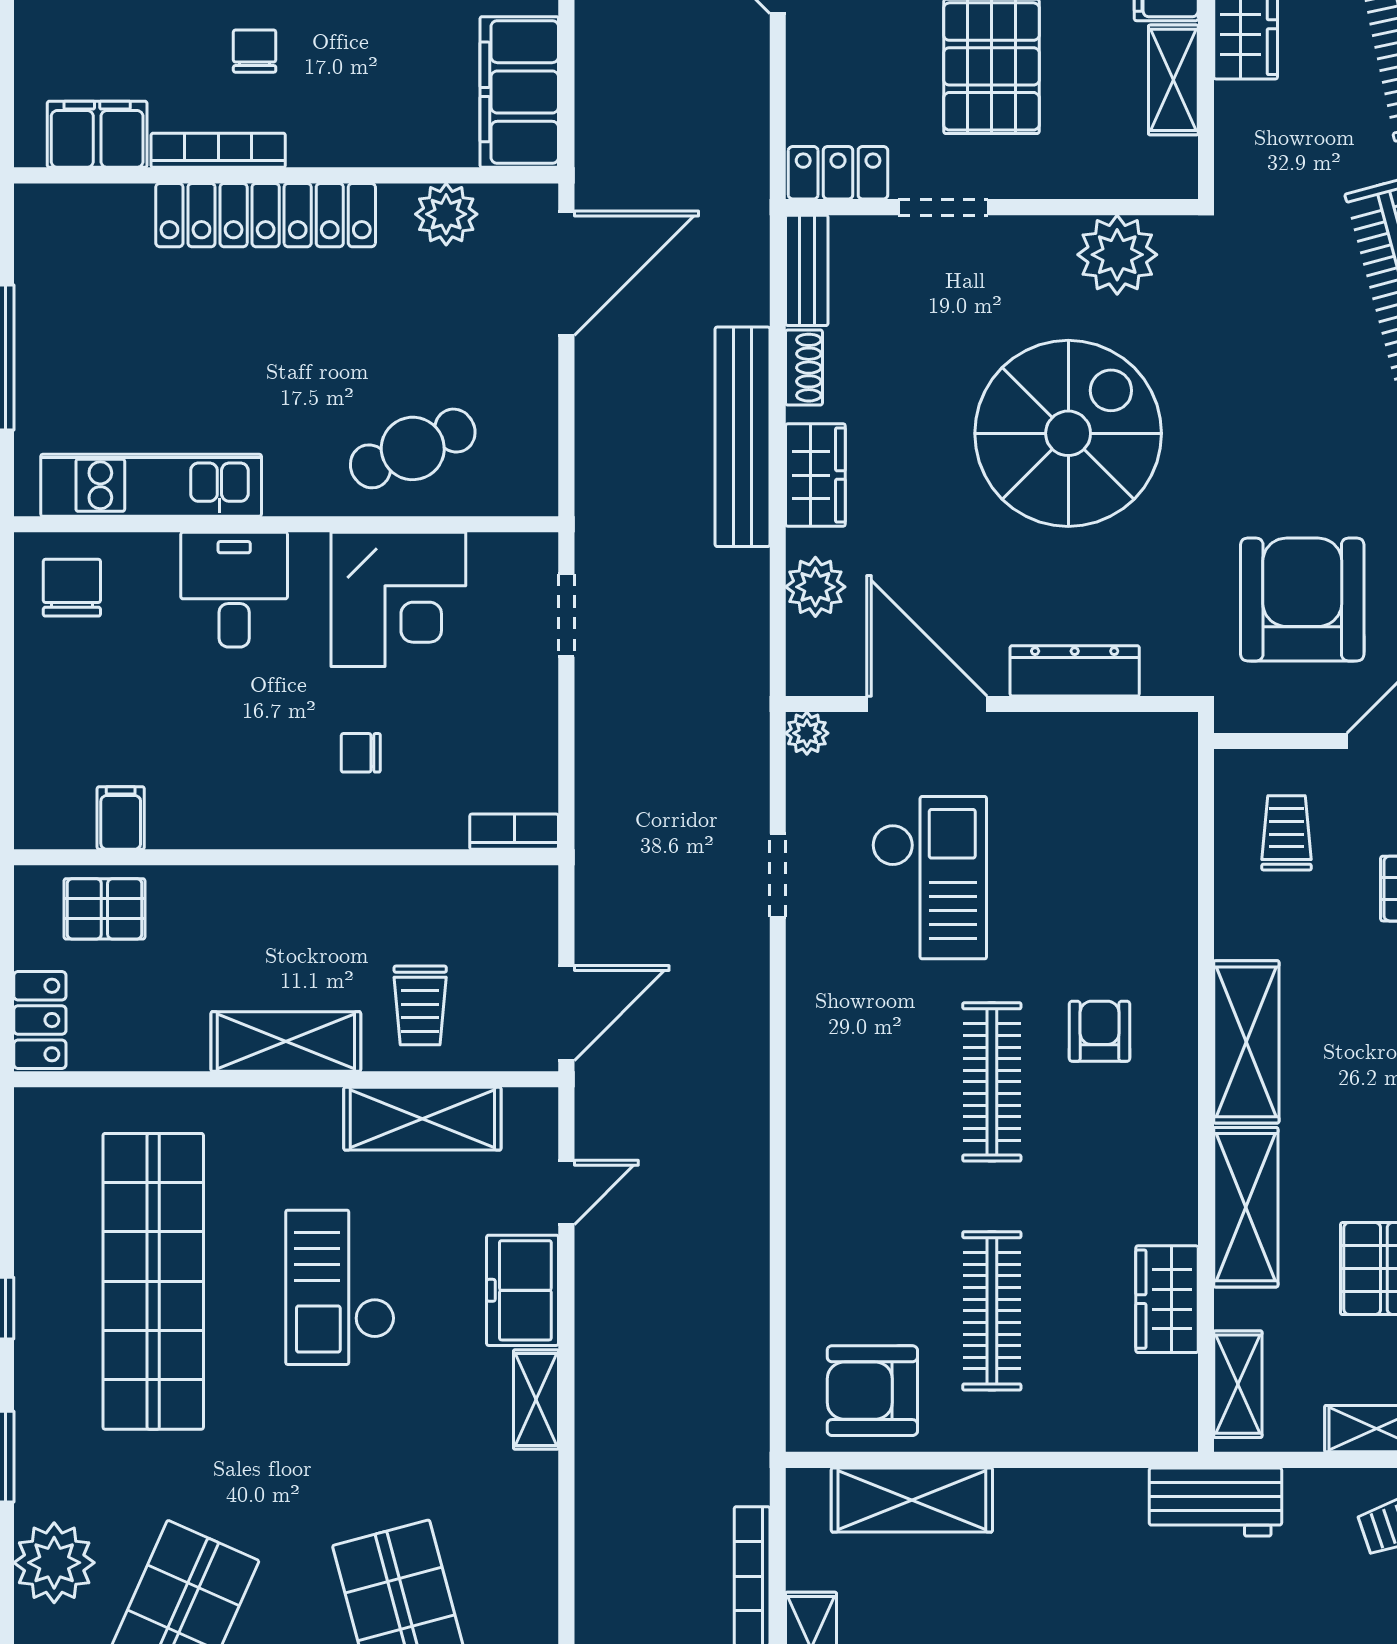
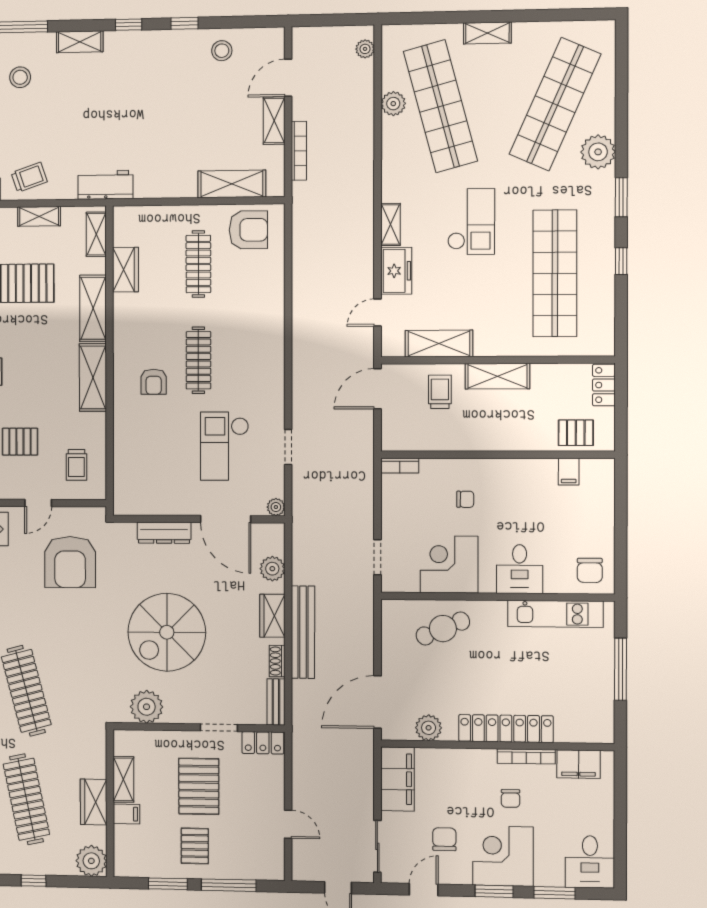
checkout: (340, 1287) -> (471, 222), moved

